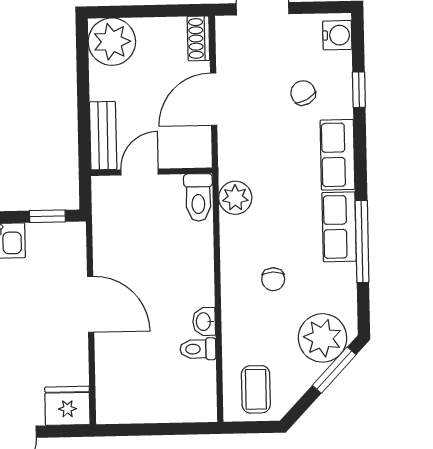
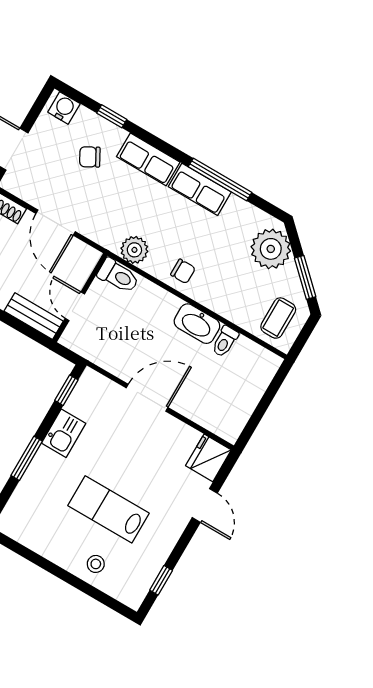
chair: (273, 279) -> (183, 271), moved
washbasin: (204, 322) -> (197, 324), width x1.91, depth x1.45
window: (334, 370) -> (305, 277), moved
coffee table: (256, 389) -> (278, 318), turned 90

